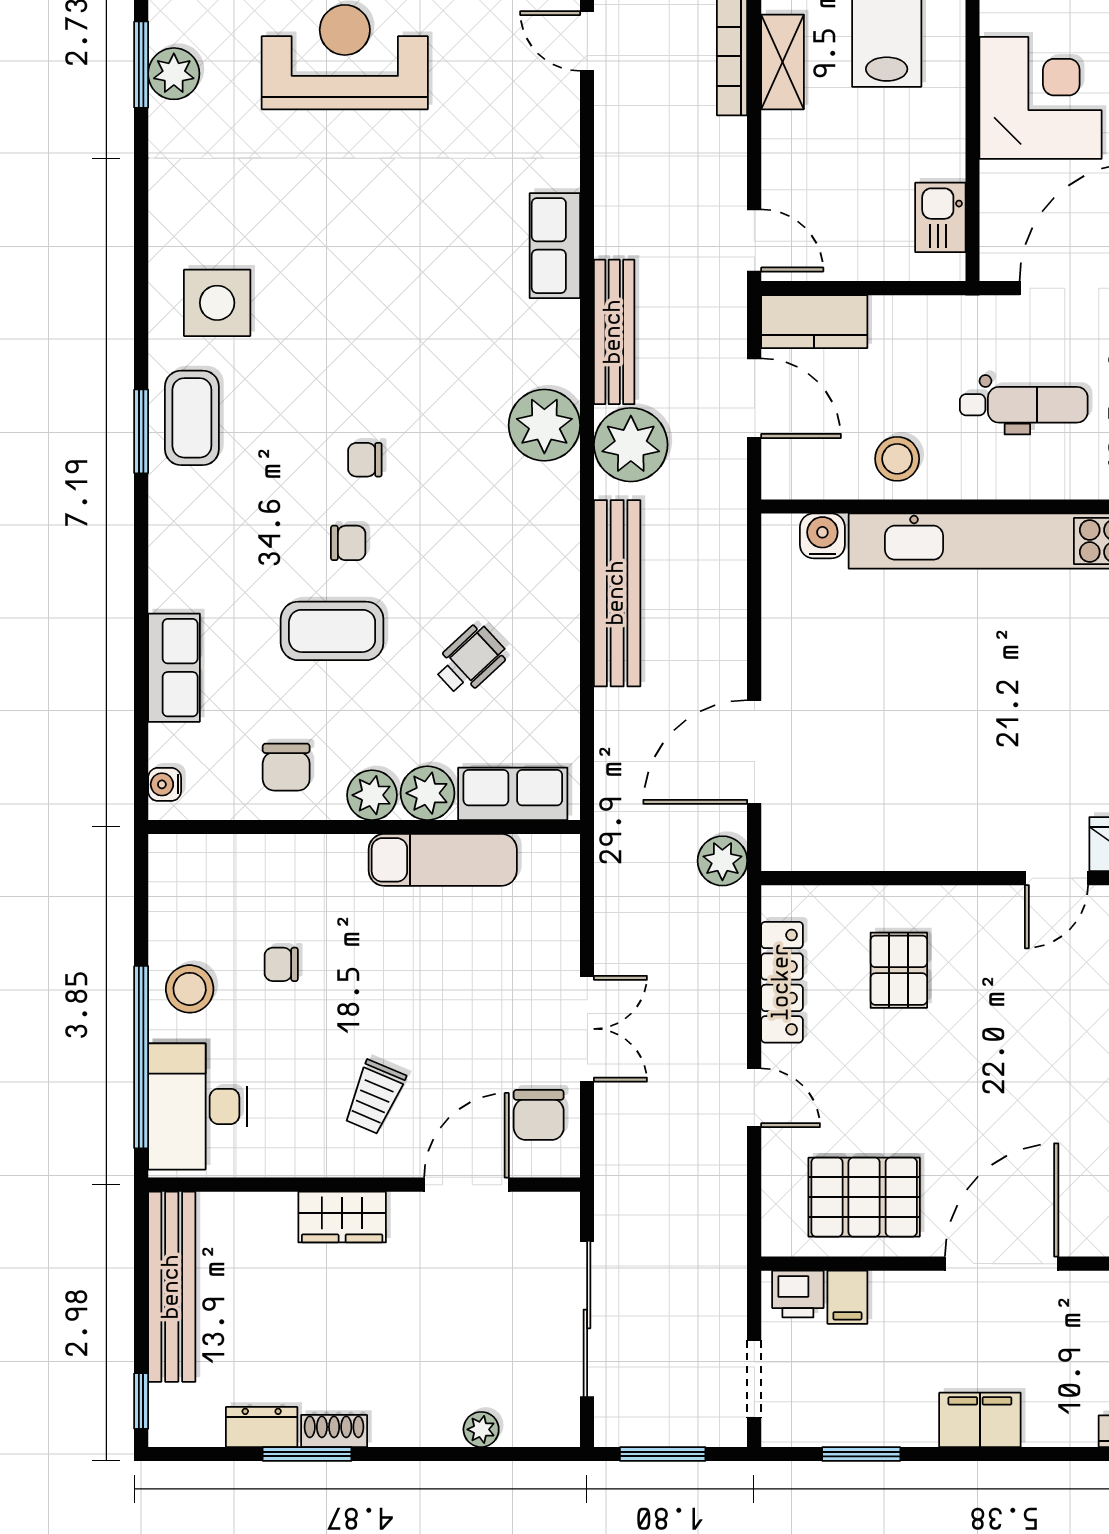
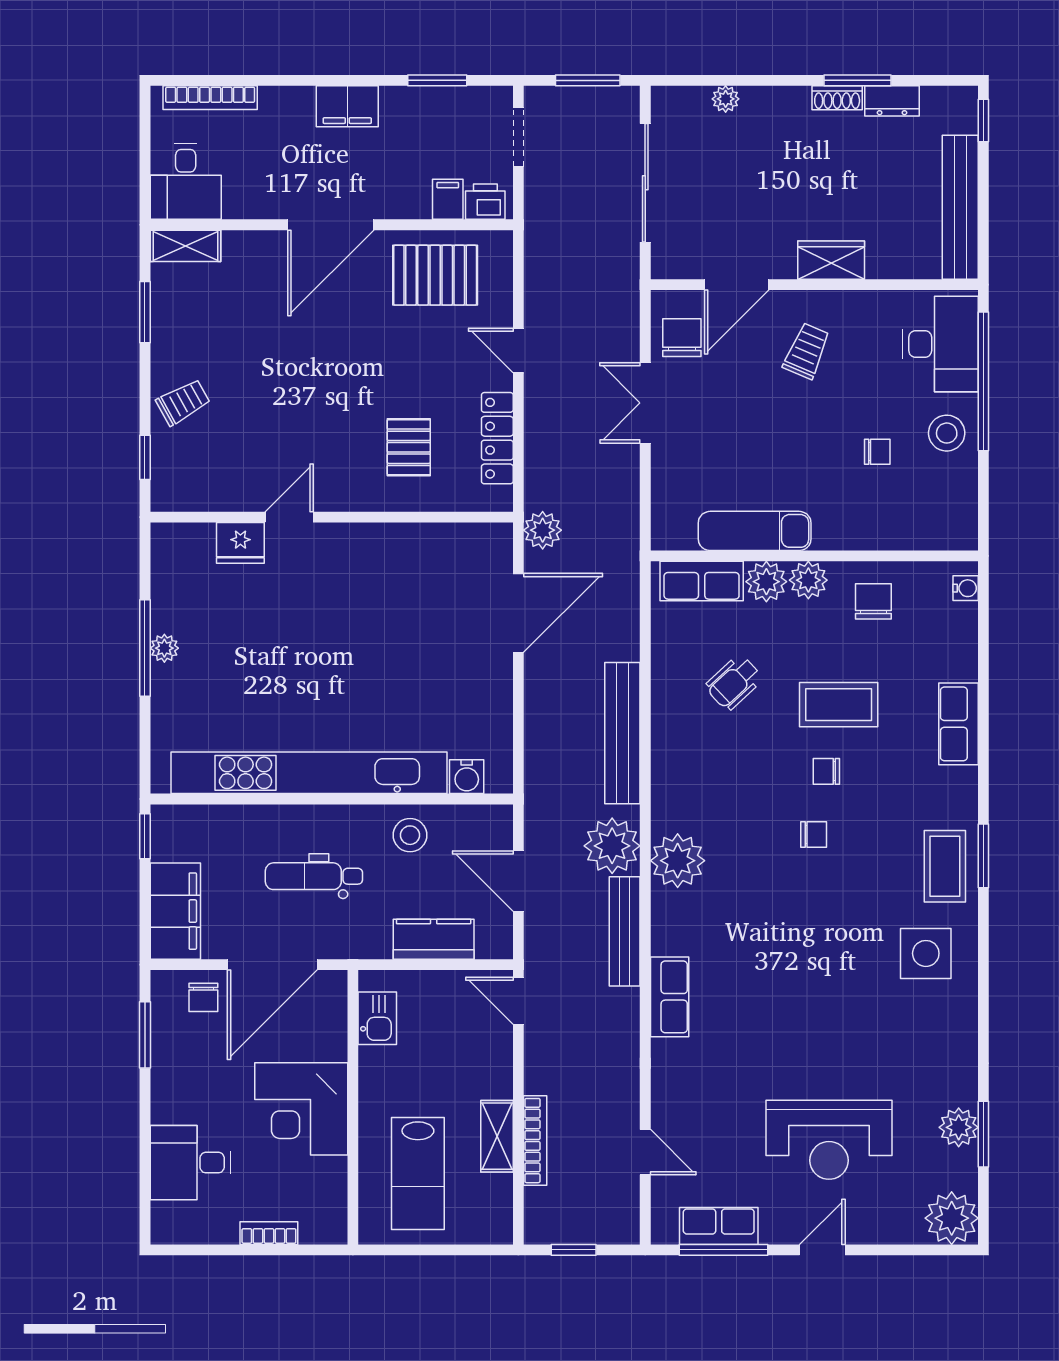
kitchen counter: (814, 322) -> (434, 939), moved
row of seats: (174, 668) -> (959, 724), moved

